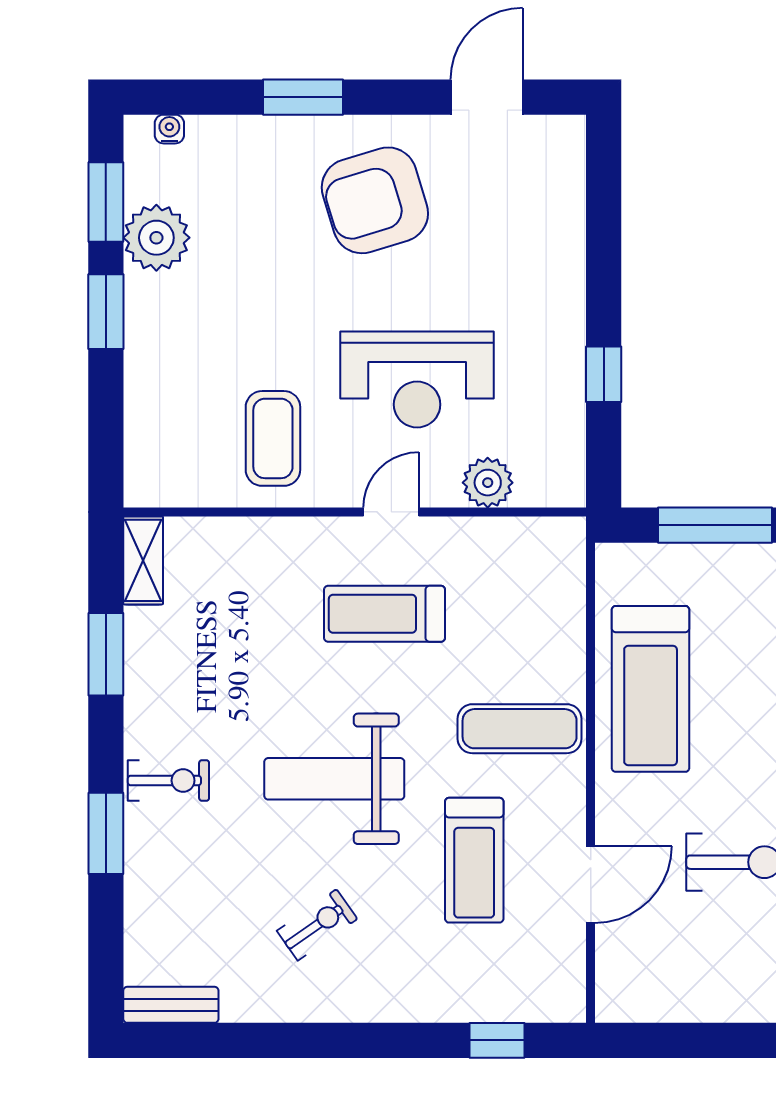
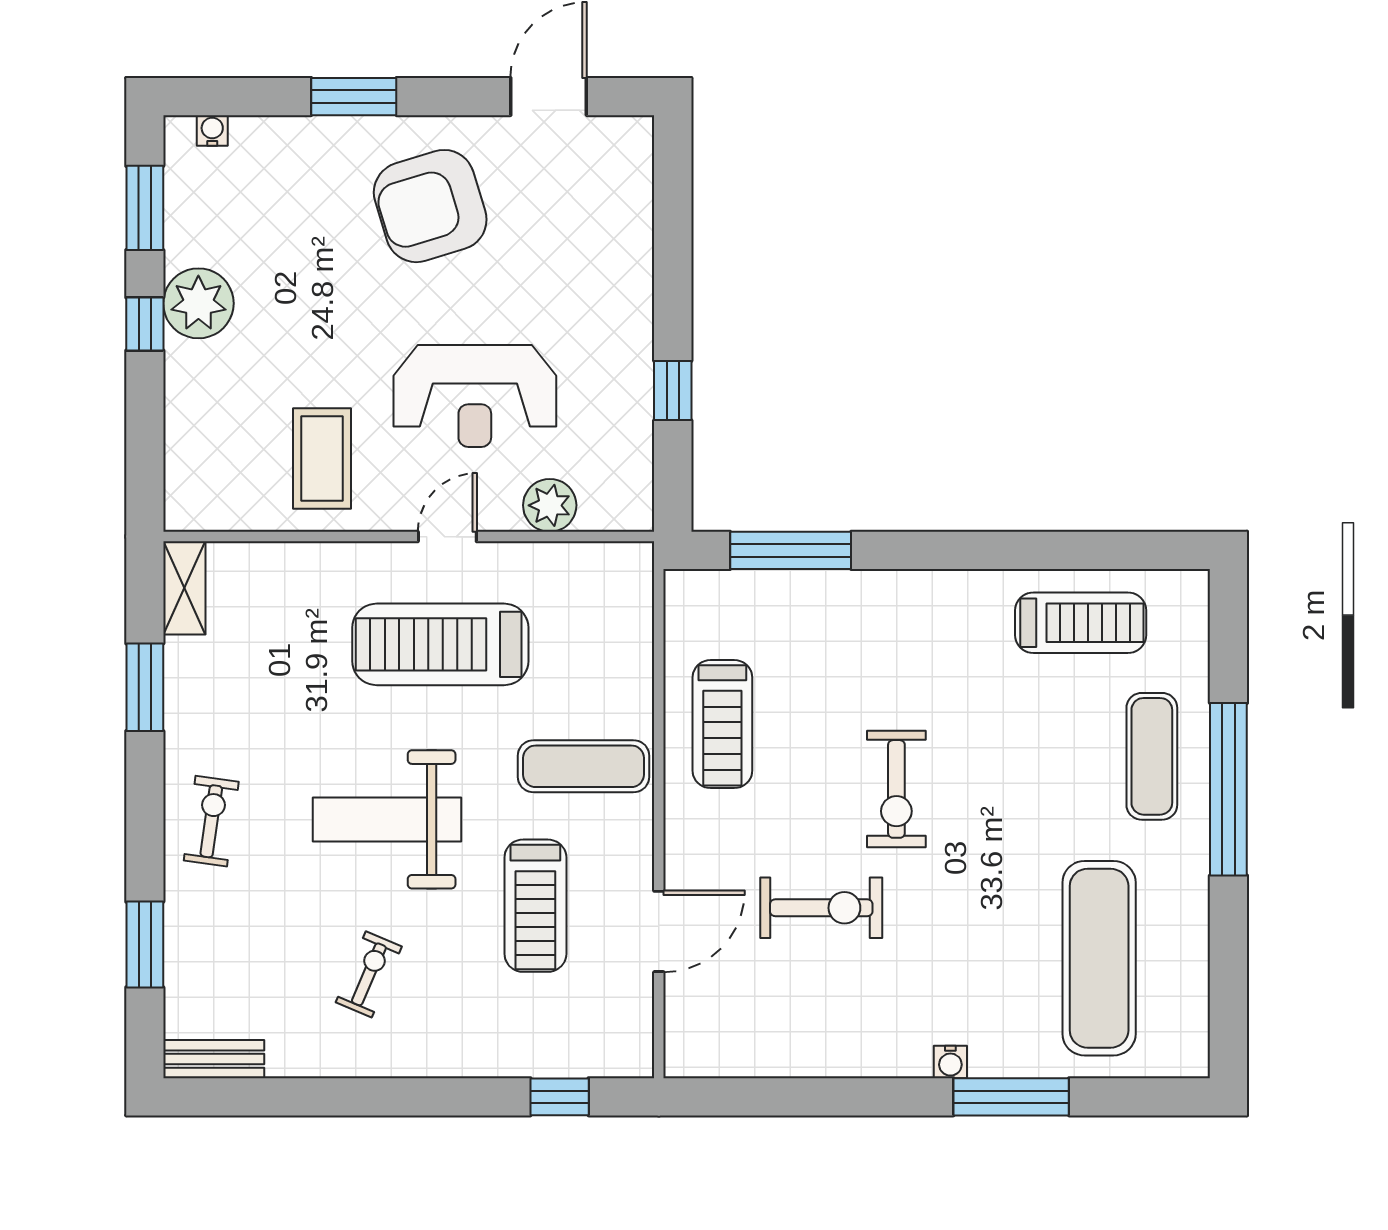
plant: (156, 238) -> (198, 303), moved
window: (106, 312) -> (145, 324), width x0.67
treadmill: (385, 614) -> (440, 644), width x1.37, depth x1.38
treadmill: (651, 689) -> (722, 724), width x0.73, depth x0.73
exercise bike: (168, 781) -> (211, 821), turned -82
window: (106, 833) -> (145, 945), moved
exercise bike: (317, 925) -> (369, 974), turned -32

